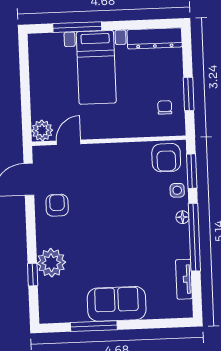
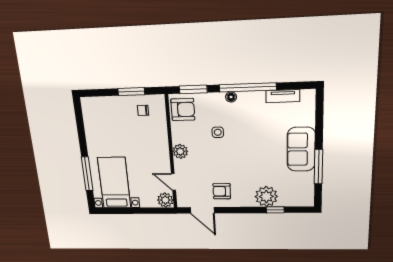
dresser: (155, 38) -> (90, 118), removed
bed with nightstands: (96, 67) -> (114, 183), moved, turned -90
plant: (111, 153) -> (180, 151), added
side table: (177, 190) -> (218, 132), moved

